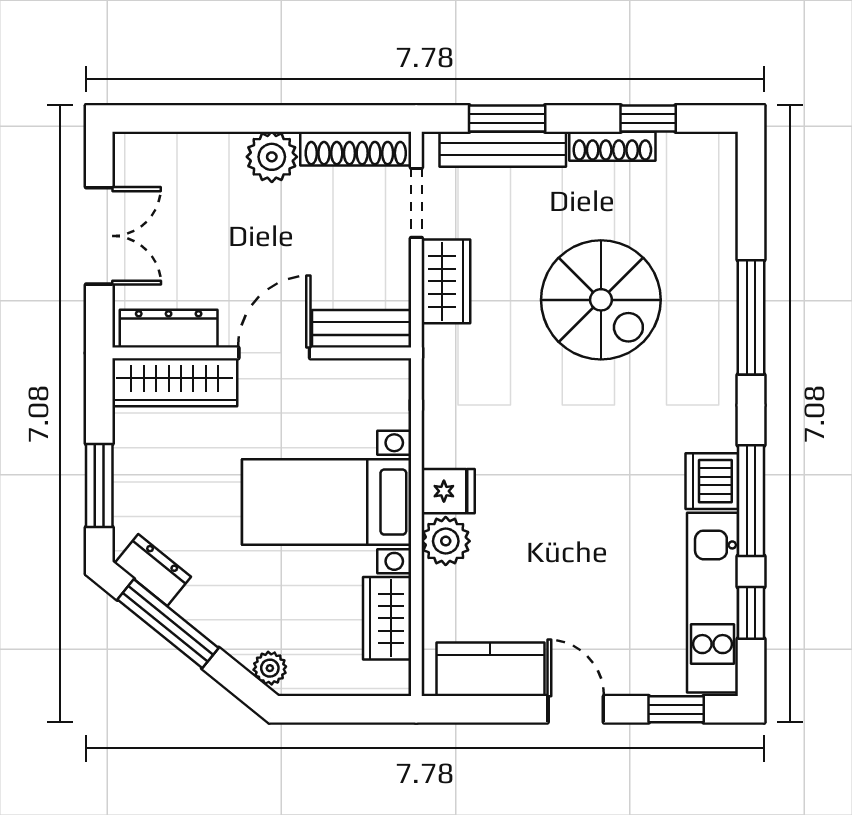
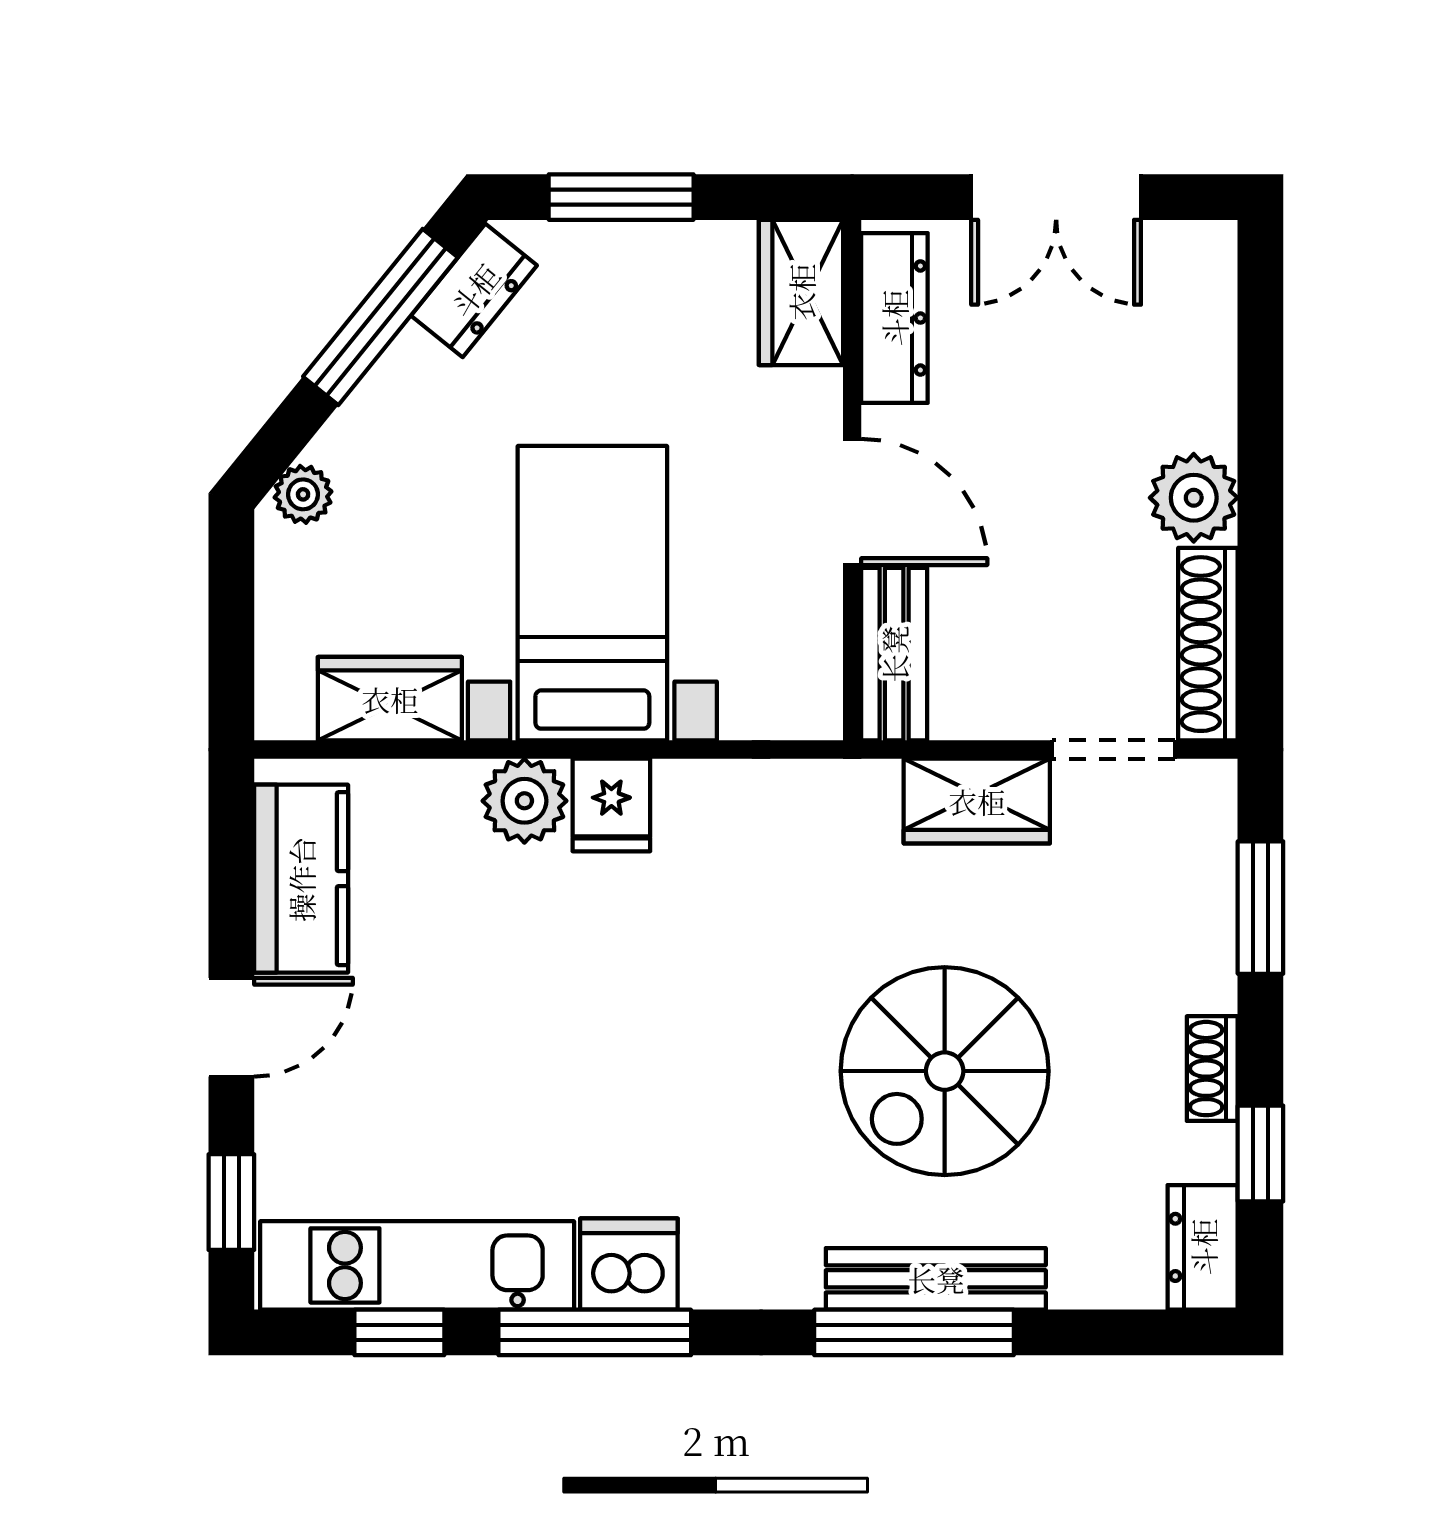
shoe rack: (612, 146) -> (1212, 1069), width x0.70
bench: (503, 149) -> (936, 1279), moved, turned 90
dresser: (702, 152) -> (1203, 1247), added
wardrobe: (175, 382) -> (801, 292), width x0.67

